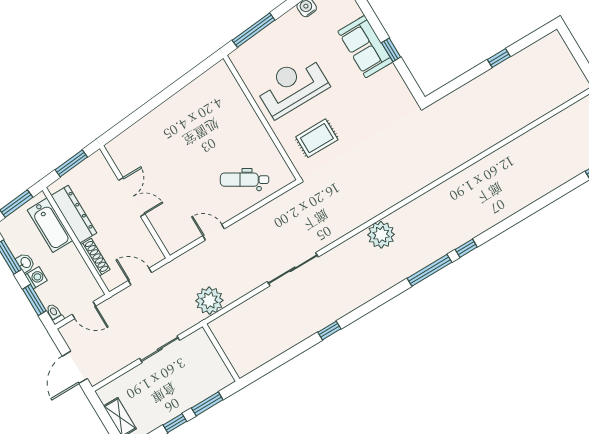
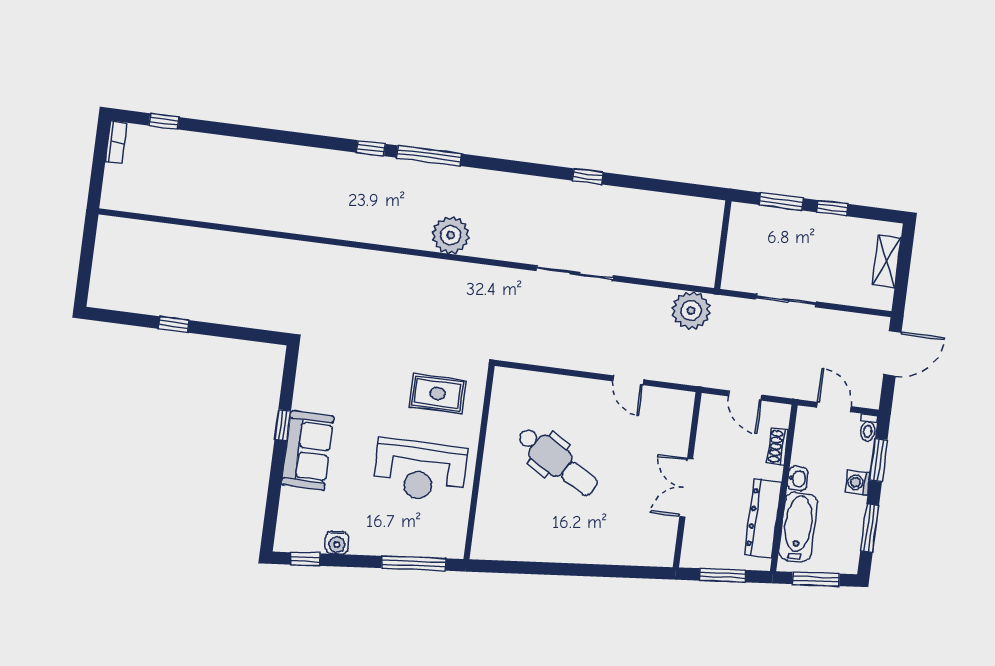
dental chair: (245, 180) -> (557, 461), moved, width x1.36, depth x1.38
shoe rack: (95, 257) -> (778, 447), width x0.70
washbasin: (25, 263) -> (798, 479), moved, turned 180

